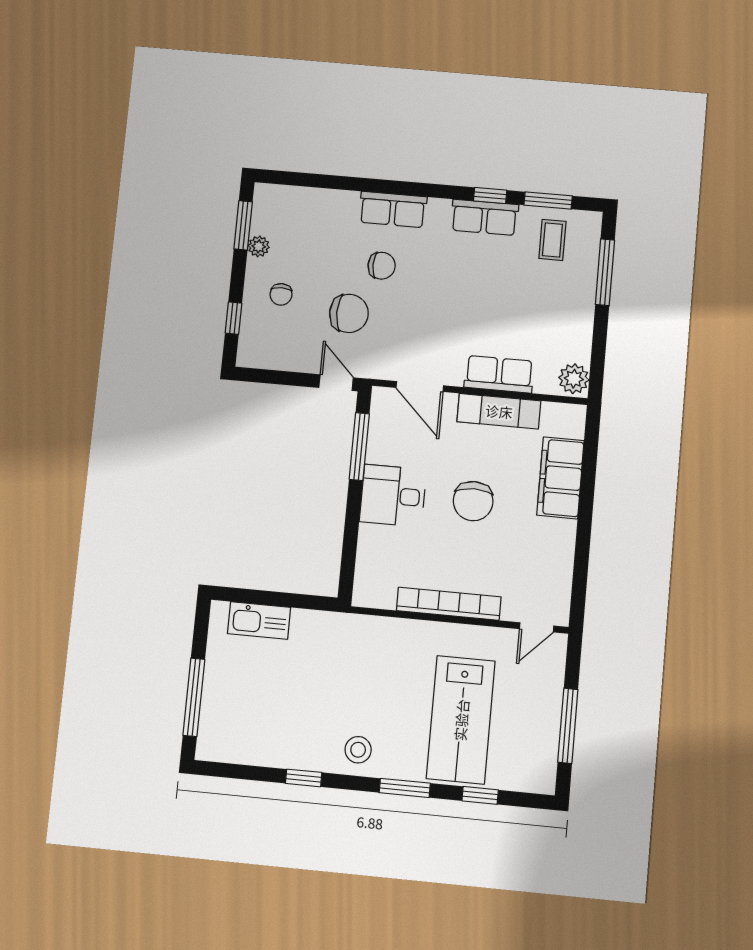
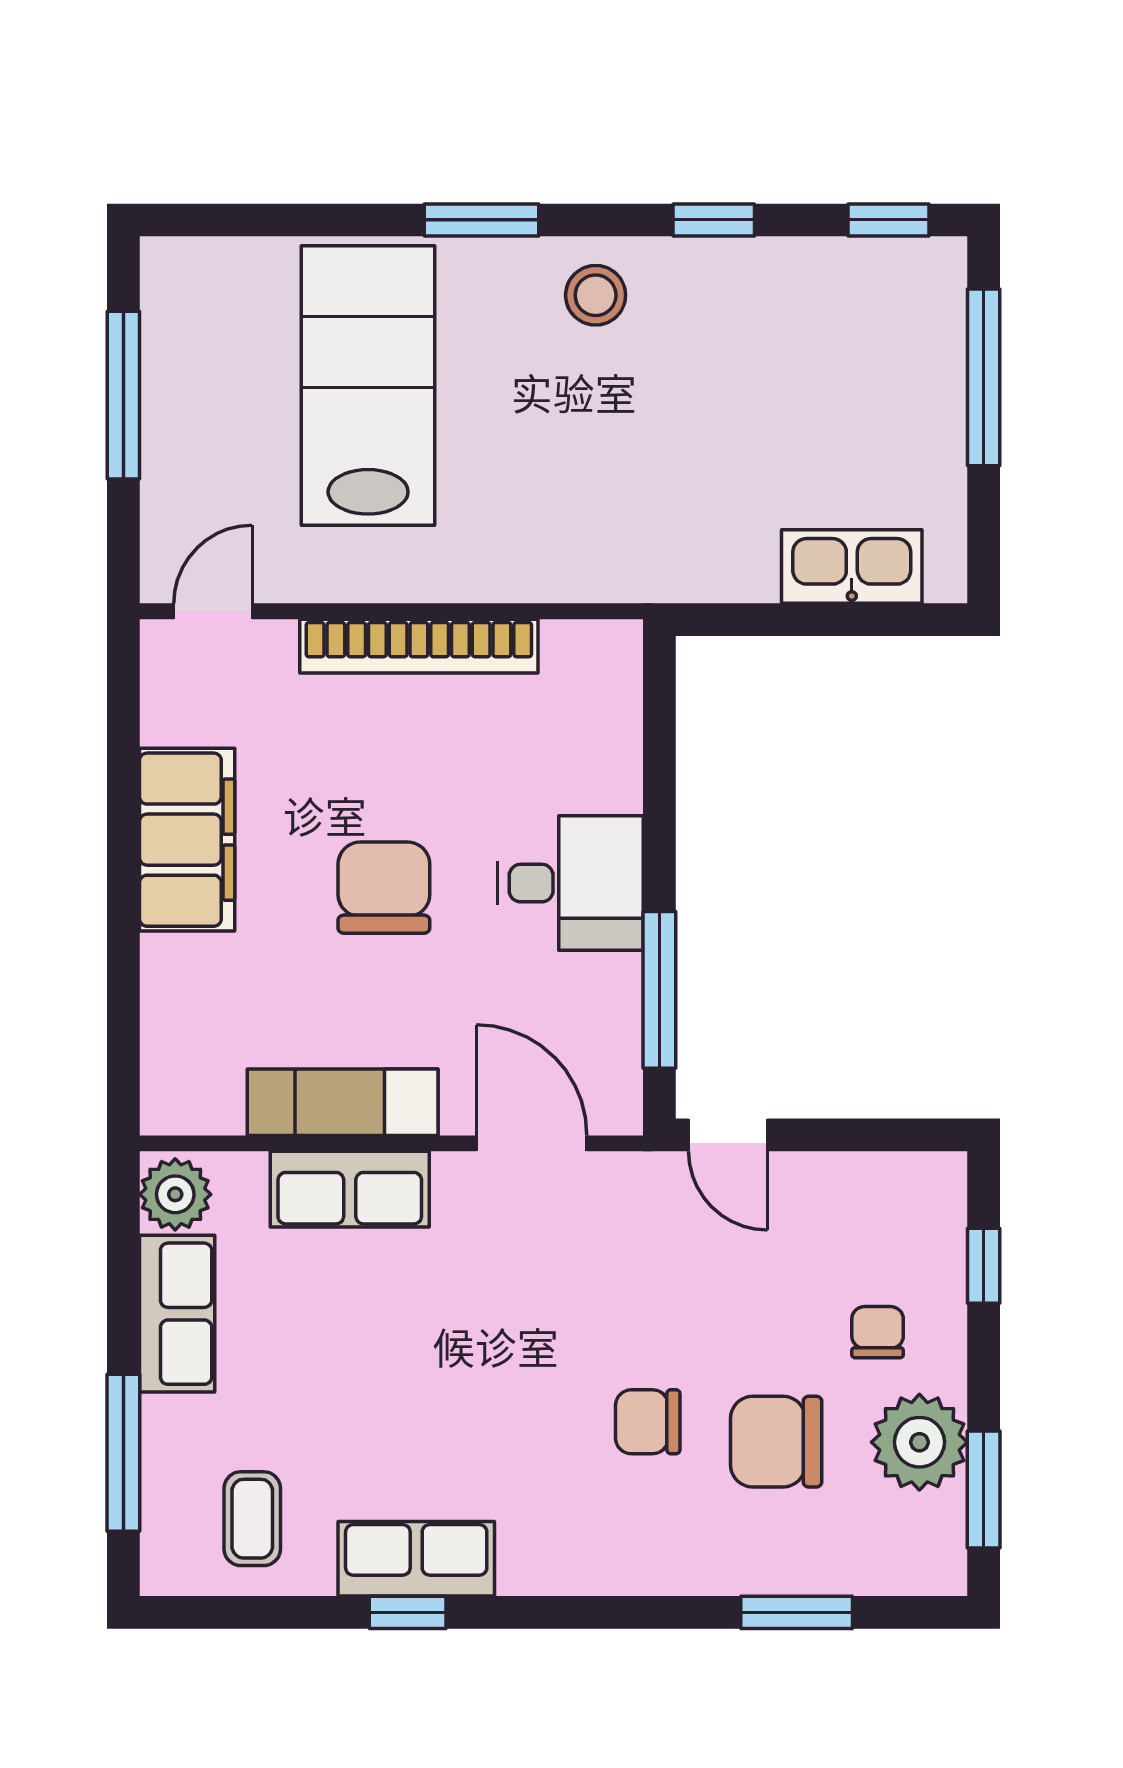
window: (548, 200) -> (797, 1612), moved
row of seats: (393, 210) -> (177, 1314), moved, turned 90
plant: (259, 246) -> (919, 1442), width x1.87, depth x1.87
chair: (349, 313) -> (776, 1442), moved
filing cabinet: (560, 478) -> (187, 840), moved
window: (480, 795) -> (888, 220), moved

